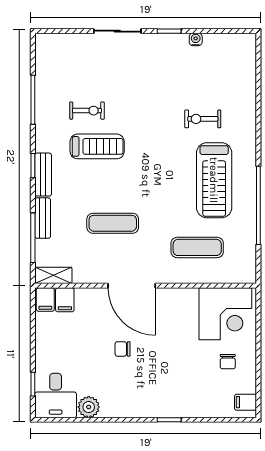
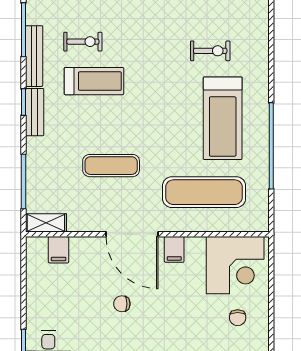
exercise bike: (203, 119) -> (210, 51), turned 180
bench: (43, 218) -> (34, 56), moved, width x1.36
exercise mat: (197, 247) -> (204, 192), width x1.36, depth x1.45
filing cabinet: (45, 299) -> (174, 249), moved

